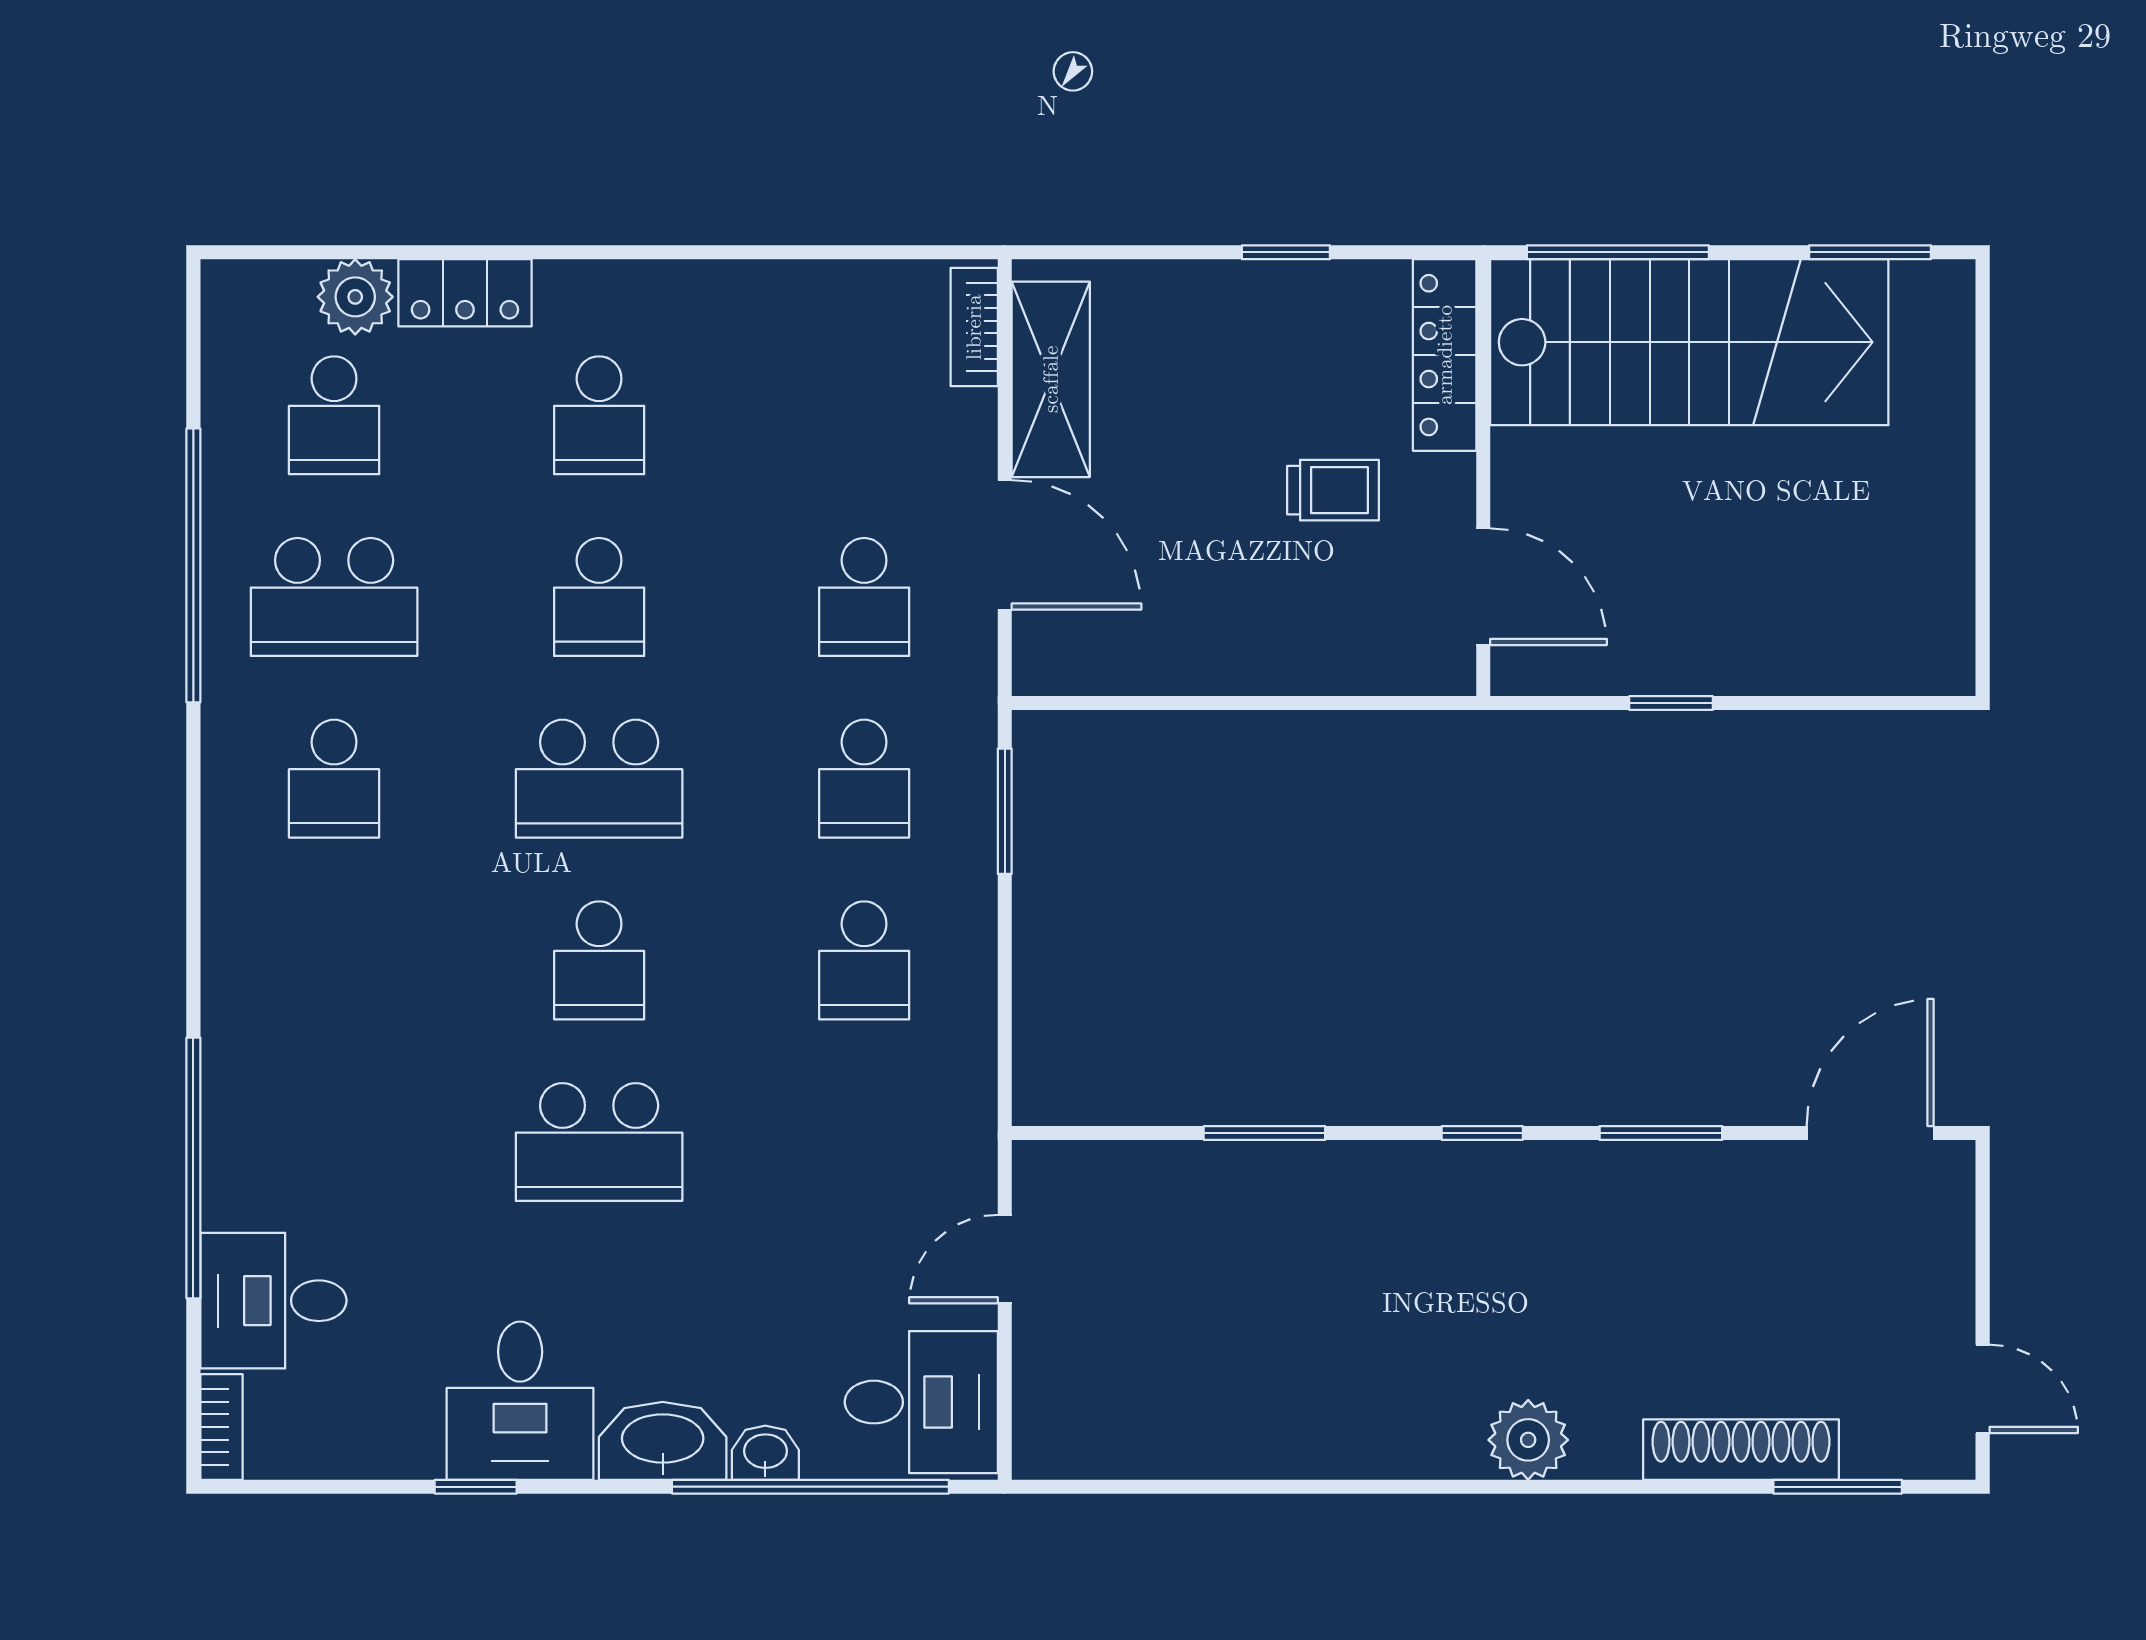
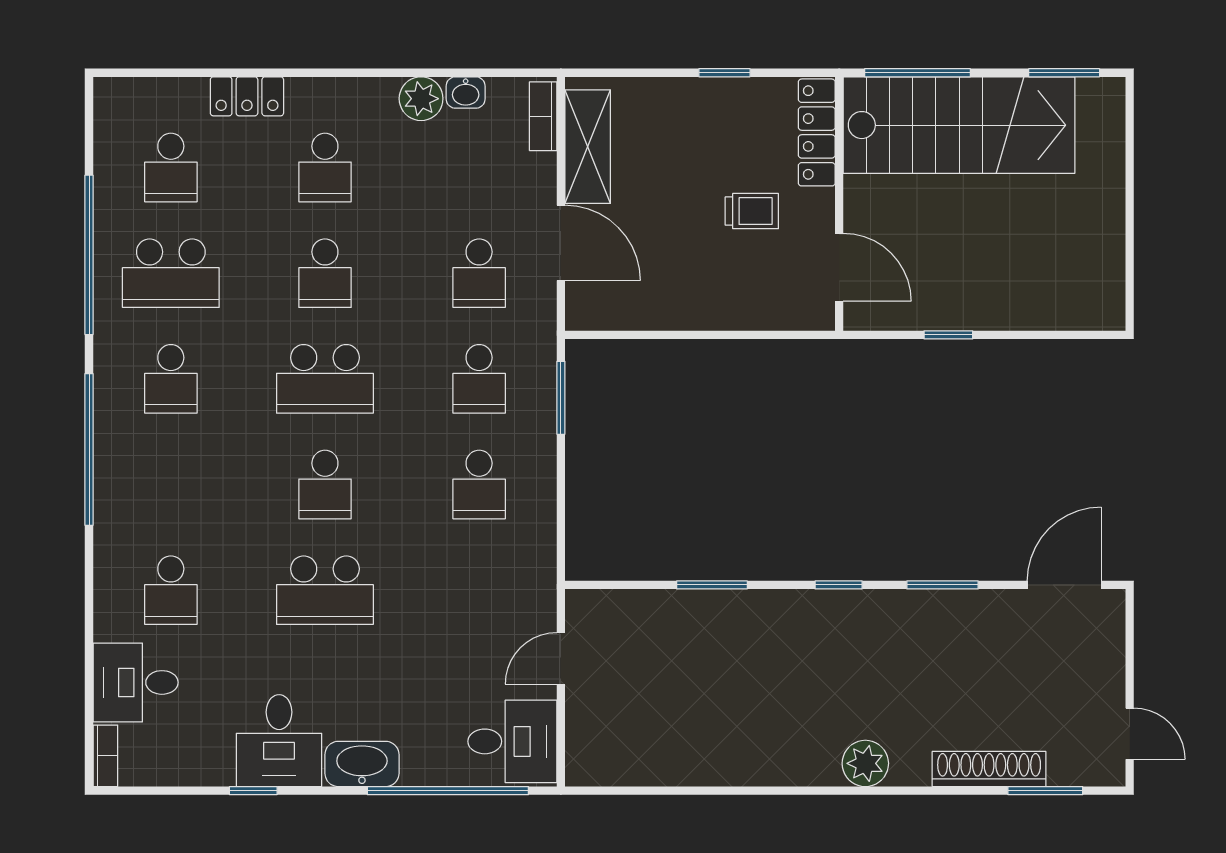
plant: (355, 297) -> (421, 99), moved
school desk: (334, 1142) -> (171, 590), added
window: (193, 1168) -> (89, 449), moved
washbasin: (765, 1453) -> (466, 92), moved, turned 180

